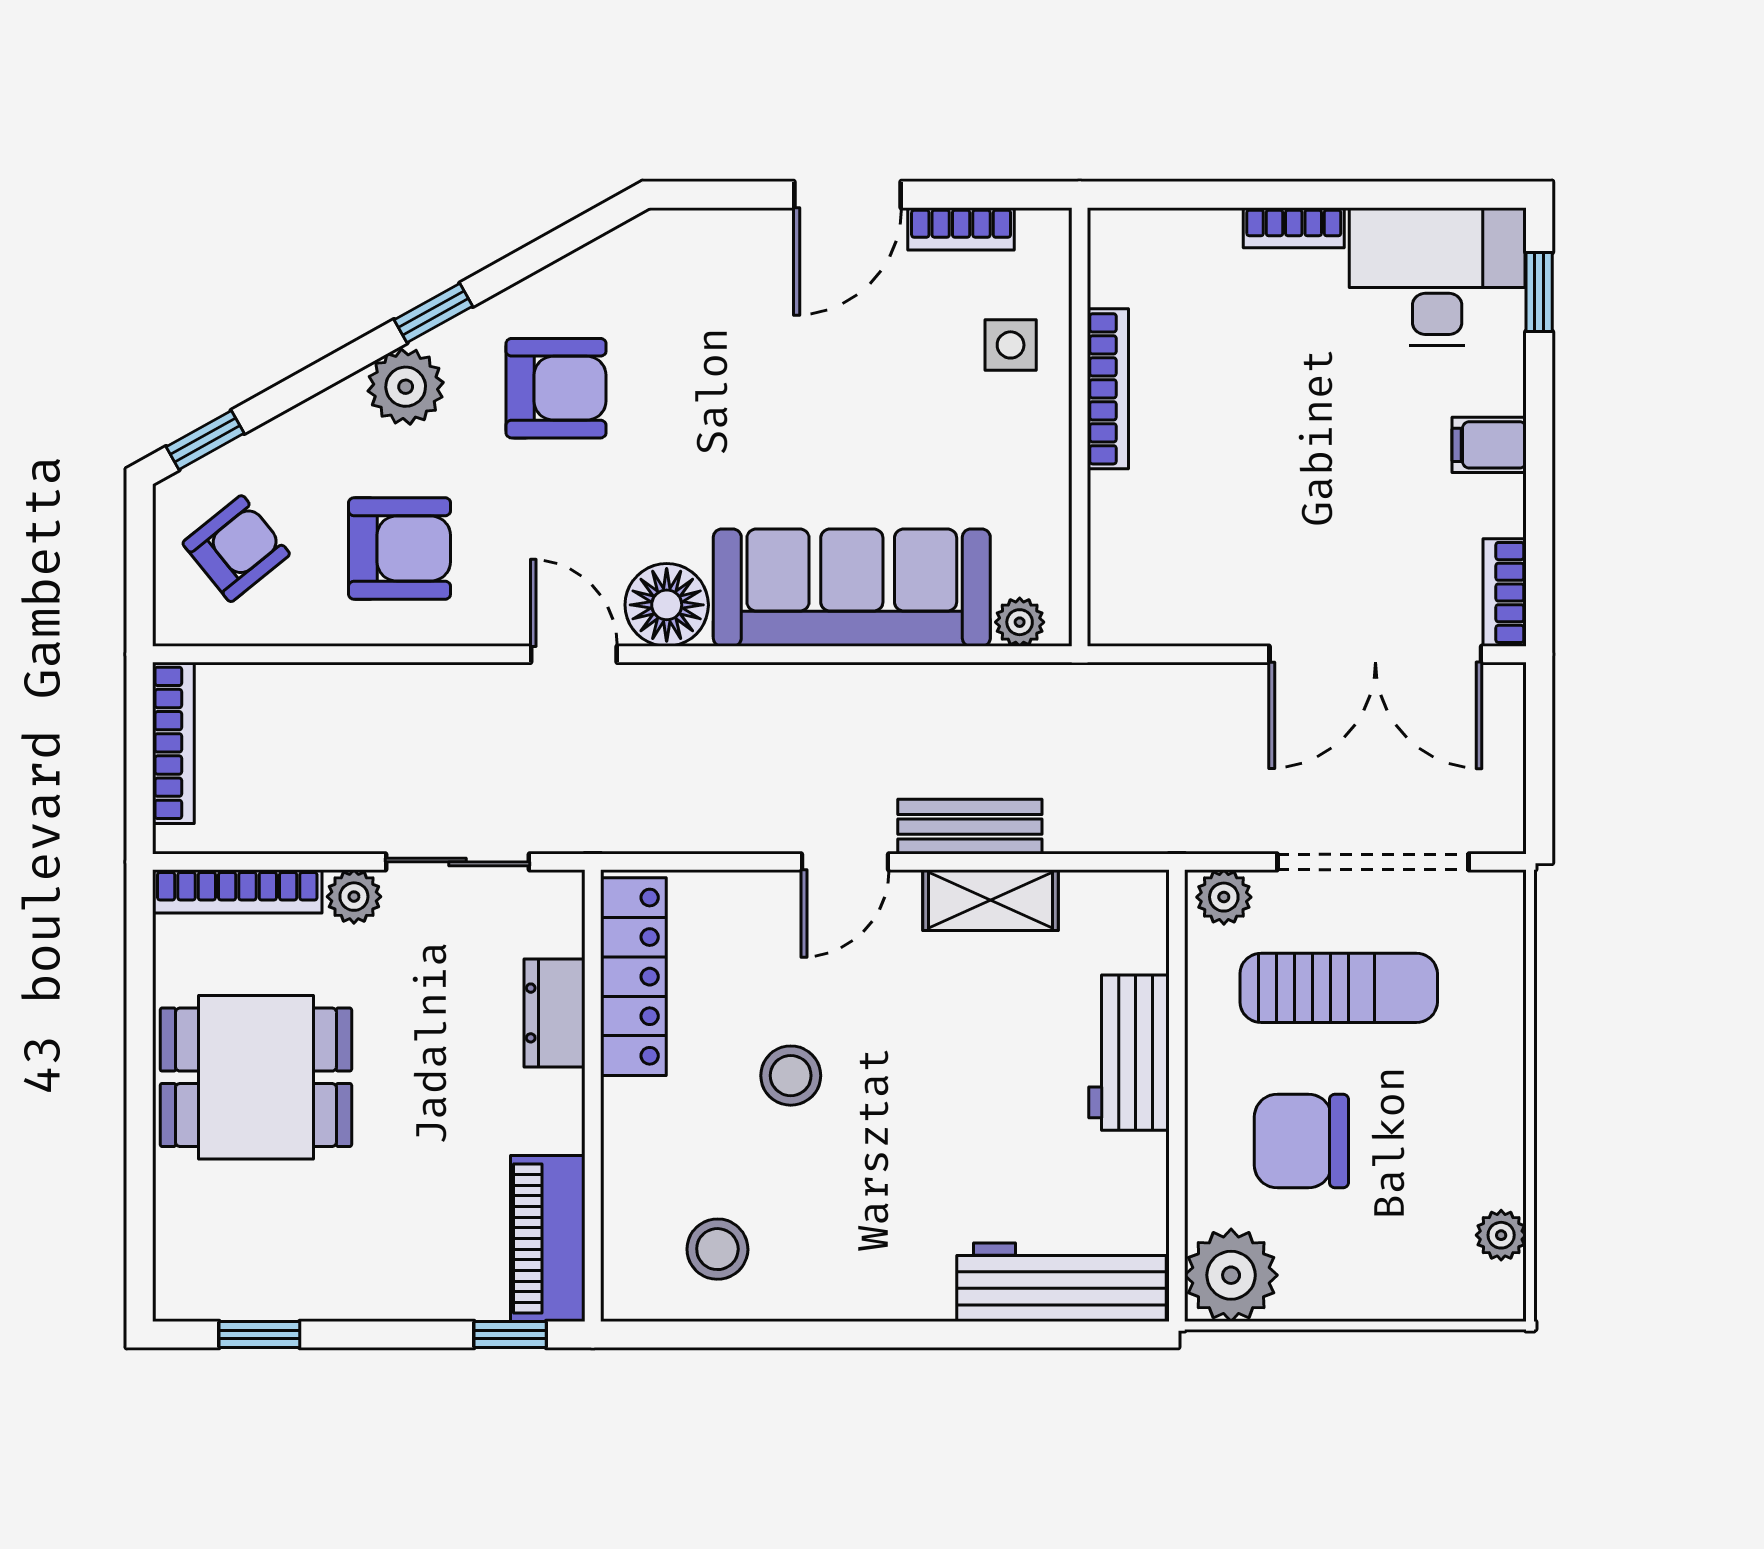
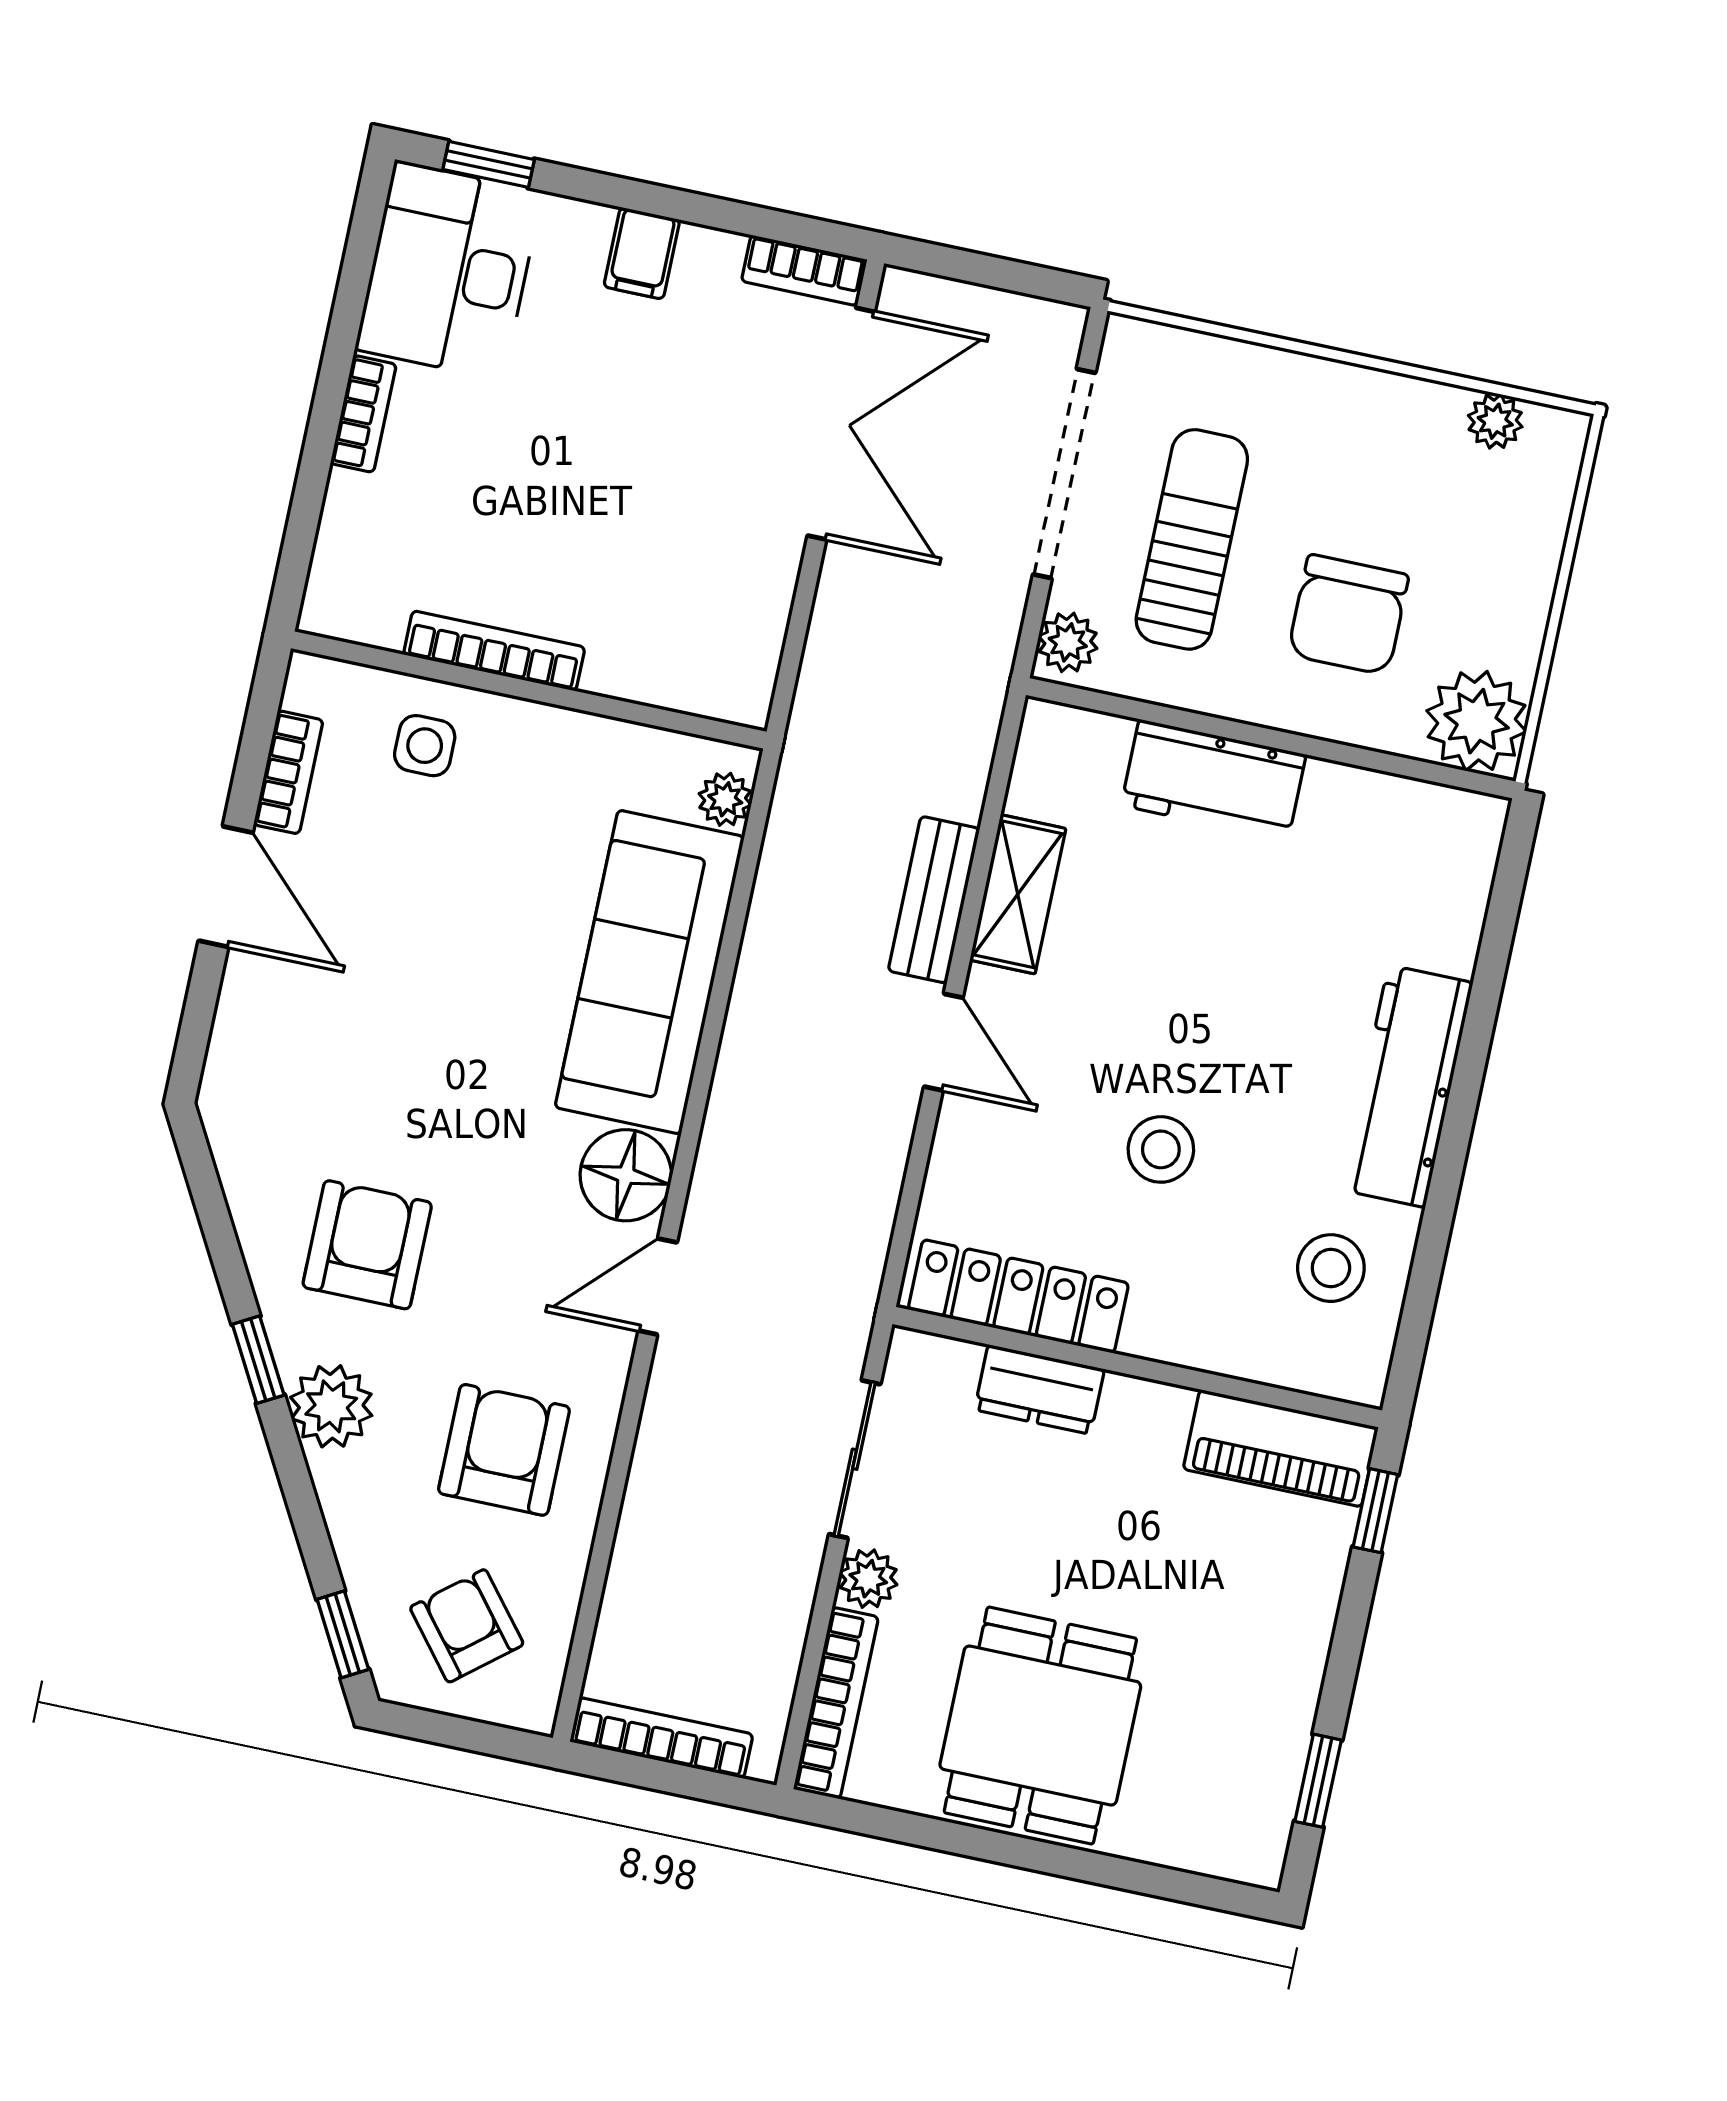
workbench: (1061, 1282) -> (1407, 1086), moved

